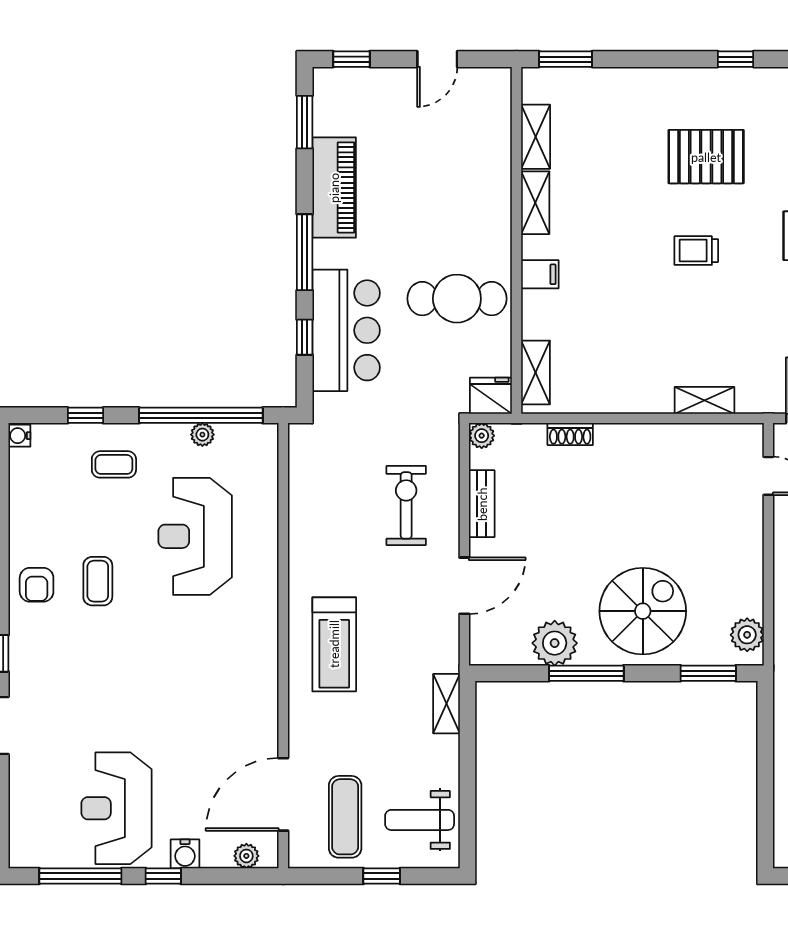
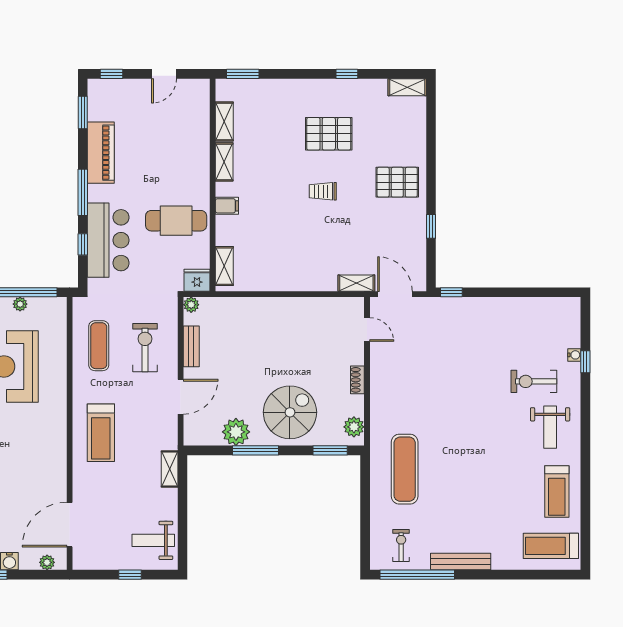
shelving: (704, 400) -> (356, 283), moved
shoe rack: (570, 434) -> (357, 380), moved, turned 90
exercise mat: (345, 817) -> (99, 346), moved

